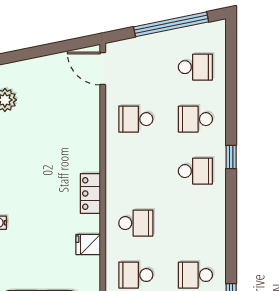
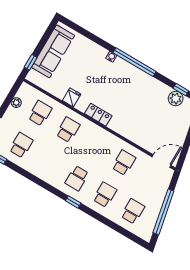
school desk: (195, 67) -> (133, 211), turned 180
school desk: (136, 223) -> (68, 130), turned 180

